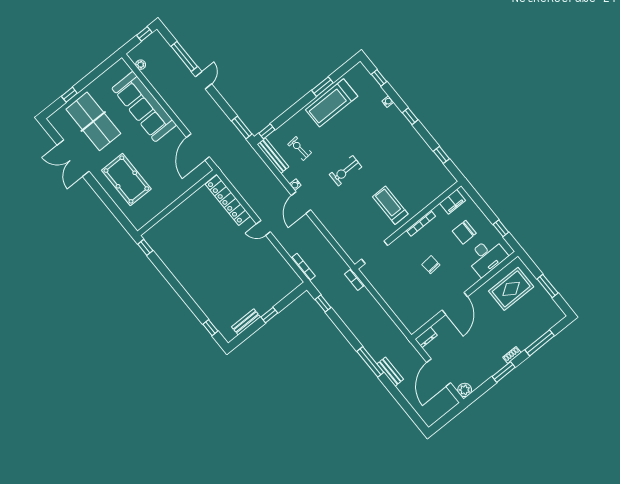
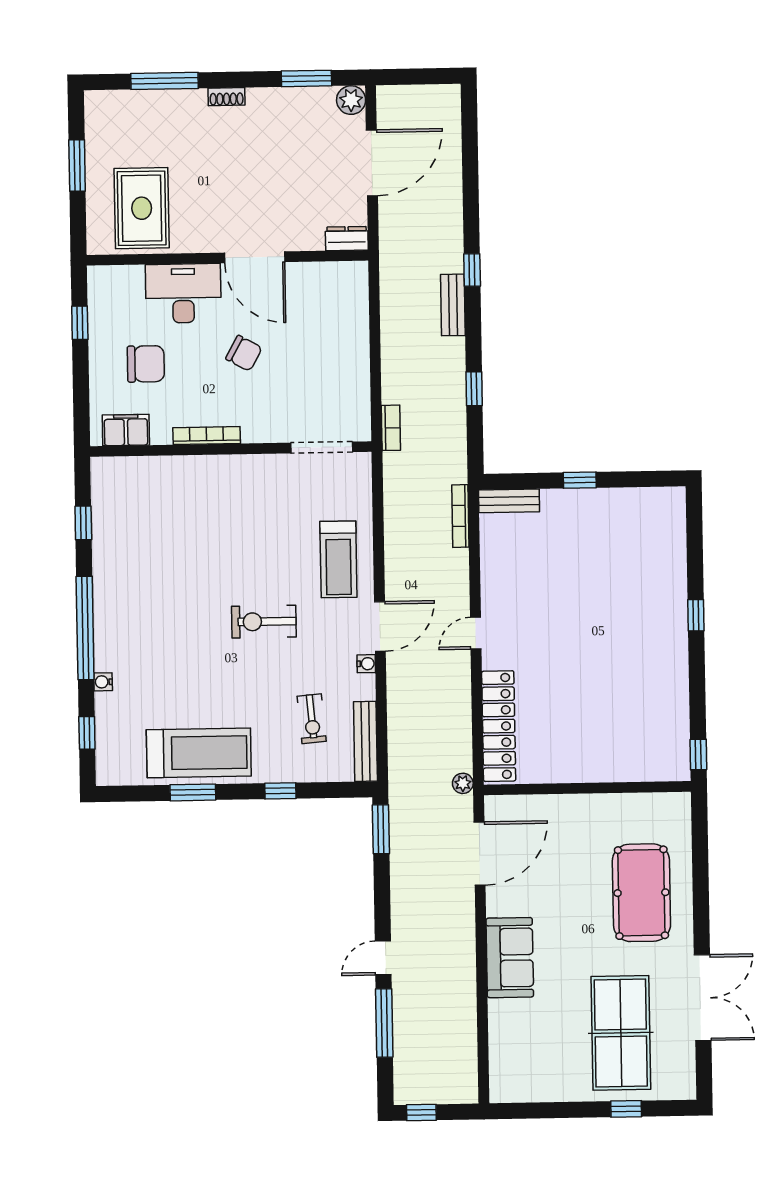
plant: (141, 65) -> (463, 783), moved
sofa: (144, 107) -> (510, 958), width x0.54, depth x0.79
window: (410, 116) -> (85, 628), width x3.17
window: (267, 131) -> (280, 791), moved
exercise bike: (346, 171) -> (264, 622), turned 180
treadmill: (390, 205) -> (338, 559), moved
door: (263, 228) -> (476, 633), swing flipped
desk: (487, 257) -> (183, 293), moved
chair: (431, 265) -> (244, 353), turned -56
rug: (511, 289) -> (142, 208), turned 90
window: (323, 303) -> (474, 389), moved
door: (455, 303) -> (255, 257), swing flipped
bench: (246, 322) -> (509, 501), moved
window: (210, 328) -> (696, 615), moved
window: (370, 362) -> (472, 270), width x0.46
bench: (390, 372) -> (453, 305), moved
window: (504, 372) -> (306, 78), moved

